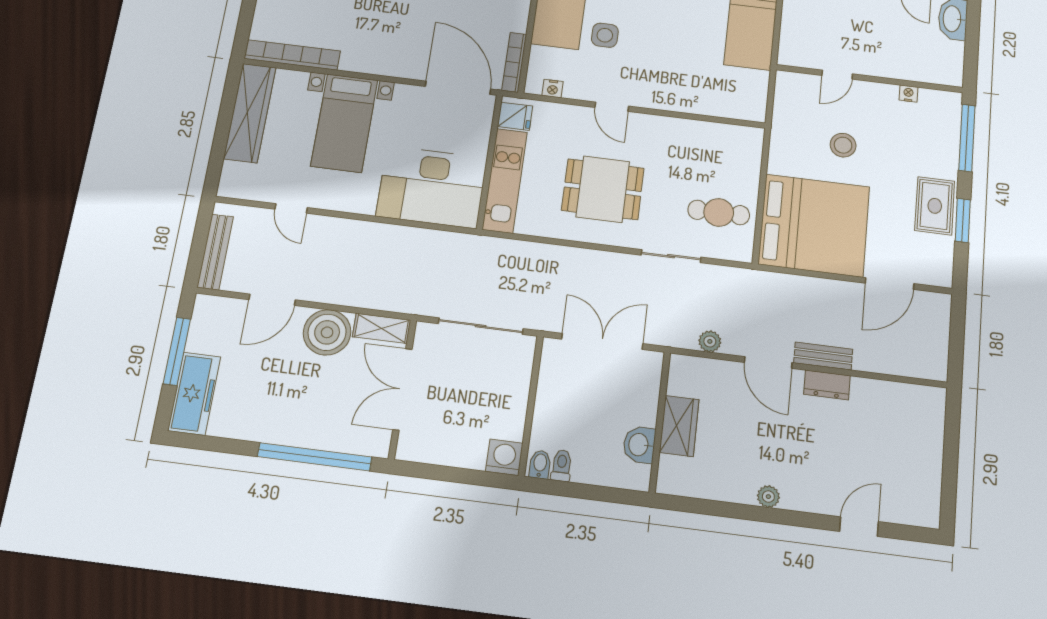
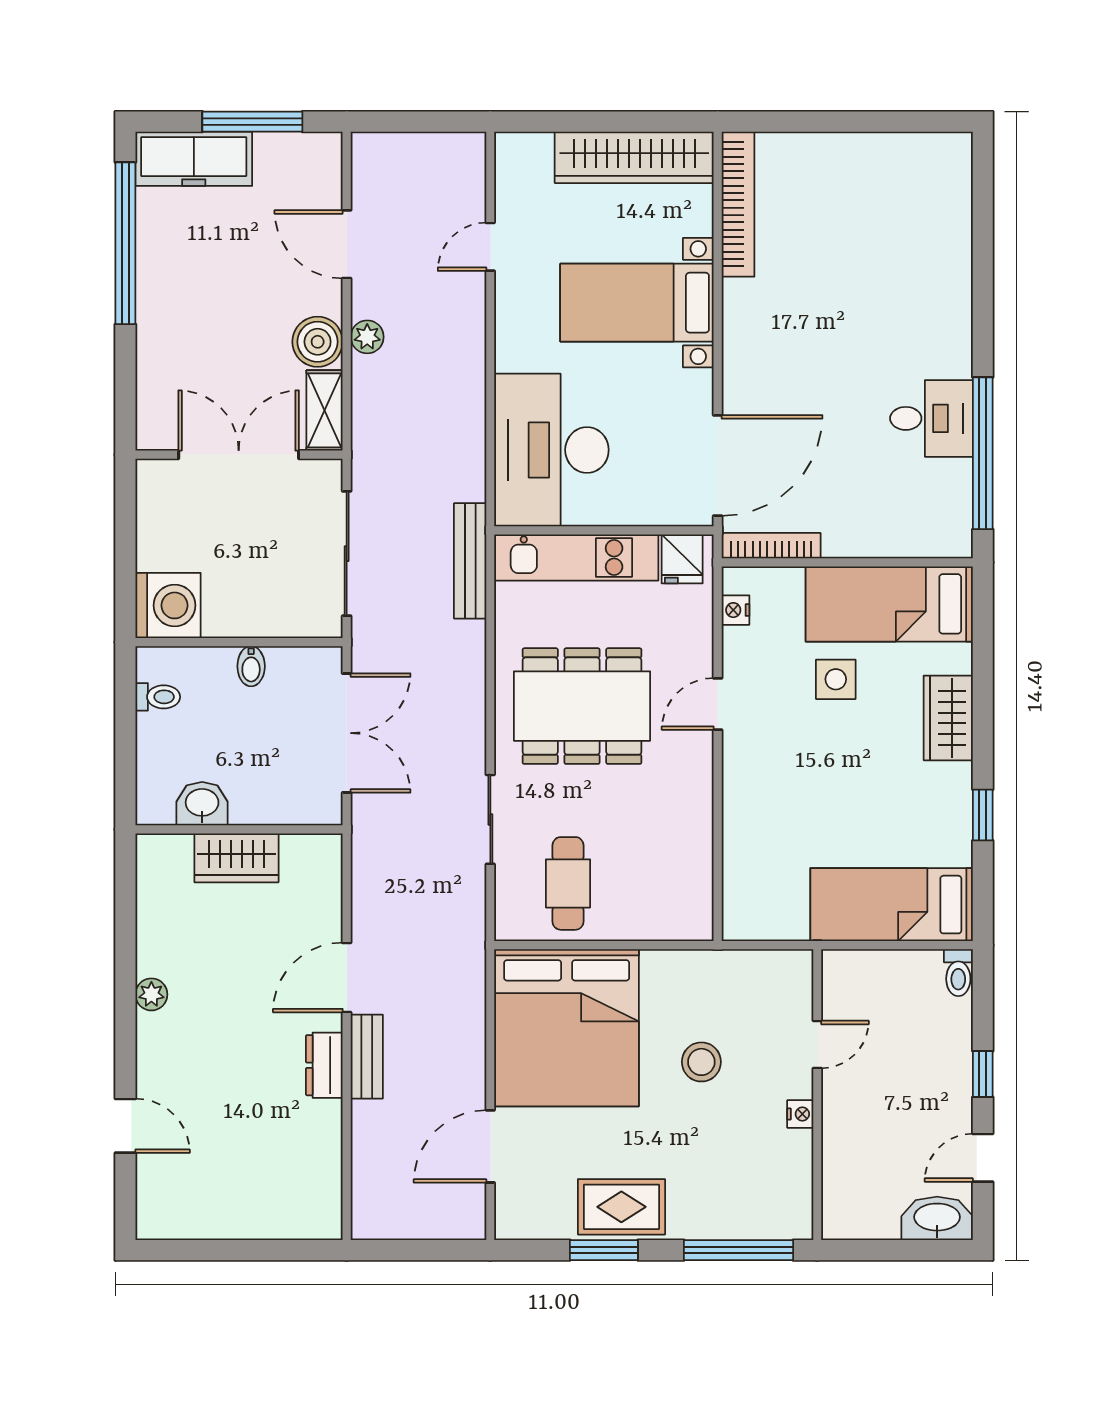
door: (837, 75) -> (817, 1045), swing flipped
nightstand: (908, 94) -> (800, 1114), moved
dining table: (603, 189) -> (582, 706), width x1.38
bench: (215, 252) -> (470, 561), moved, turned 90
door: (890, 283) -> (490, 1146), hinge flipped
boiler: (327, 332) -> (318, 342), width x0.73, depth x0.73
plant: (710, 341) -> (367, 337), moved
window: (315, 457) -> (125, 243), moved
washing machine: (504, 457) -> (168, 605), width x1.37, depth x1.37
bidet: (540, 464) -> (251, 666), moved, turned 90

